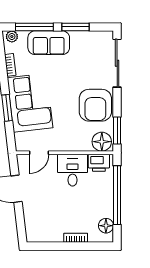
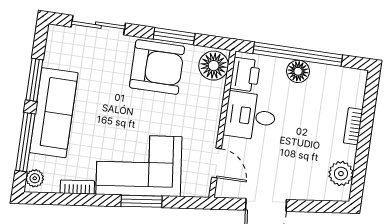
sofa: (49, 43) -> (54, 113), width x1.36
sliding door: (117, 63) -> (98, 25), width x0.73
window: (117, 131) -> (174, 36), moved
floor lamp: (106, 226) -> (298, 71), moved
plant: (44, 234) -> (341, 174), added

